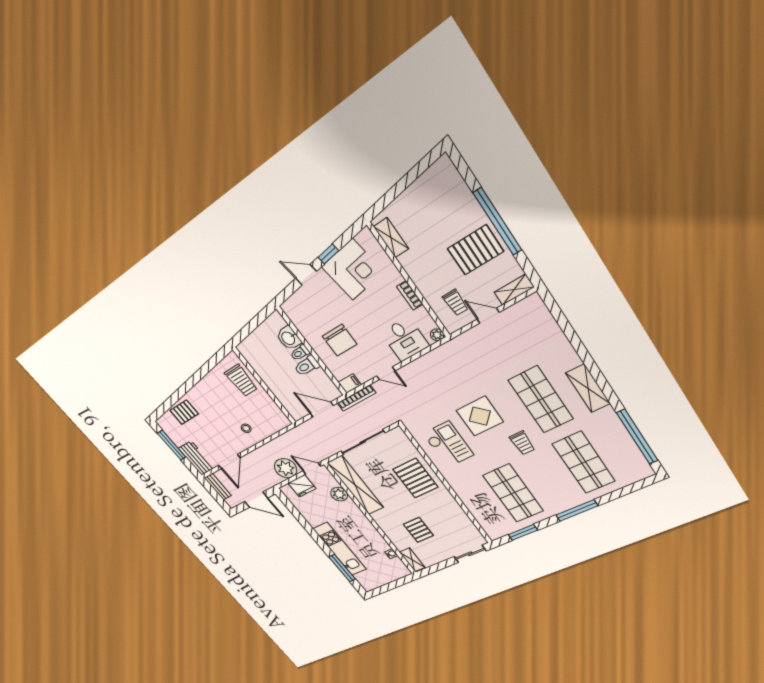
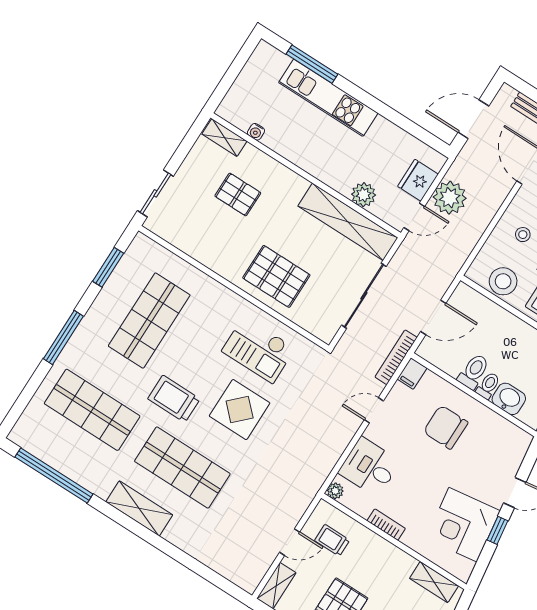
stool: (268, 409) -> (503, 281), added
trolley: (522, 443) -> (174, 399), width x1.36, depth x1.39
shop shelf: (513, 493) -> (149, 321), turned 90

